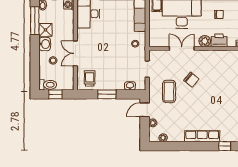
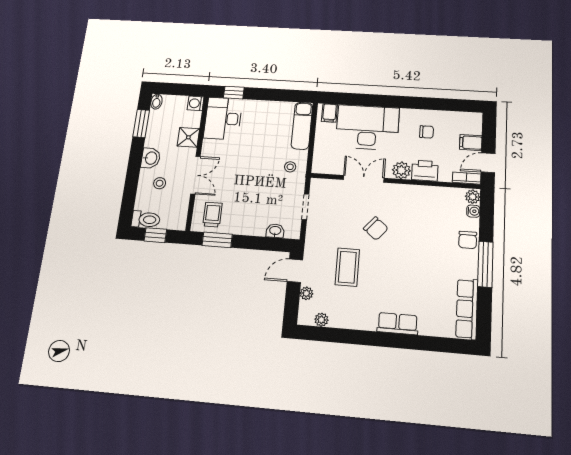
window: (35, 21) -> (141, 124), width x0.69
shower: (45, 30) -> (188, 137), moved
double door: (75, 53) -> (195, 175), swing flipped
coffee table: (169, 92) -> (347, 267), moved
window: (107, 94) -> (217, 240), moved
row of seats: (202, 136) -> (398, 324), width x0.68
window: (225, 146) -> (426, 343), removed

